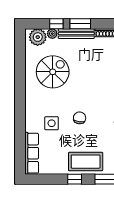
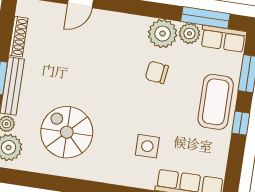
chair: (80, 118) -> (157, 72), moved

